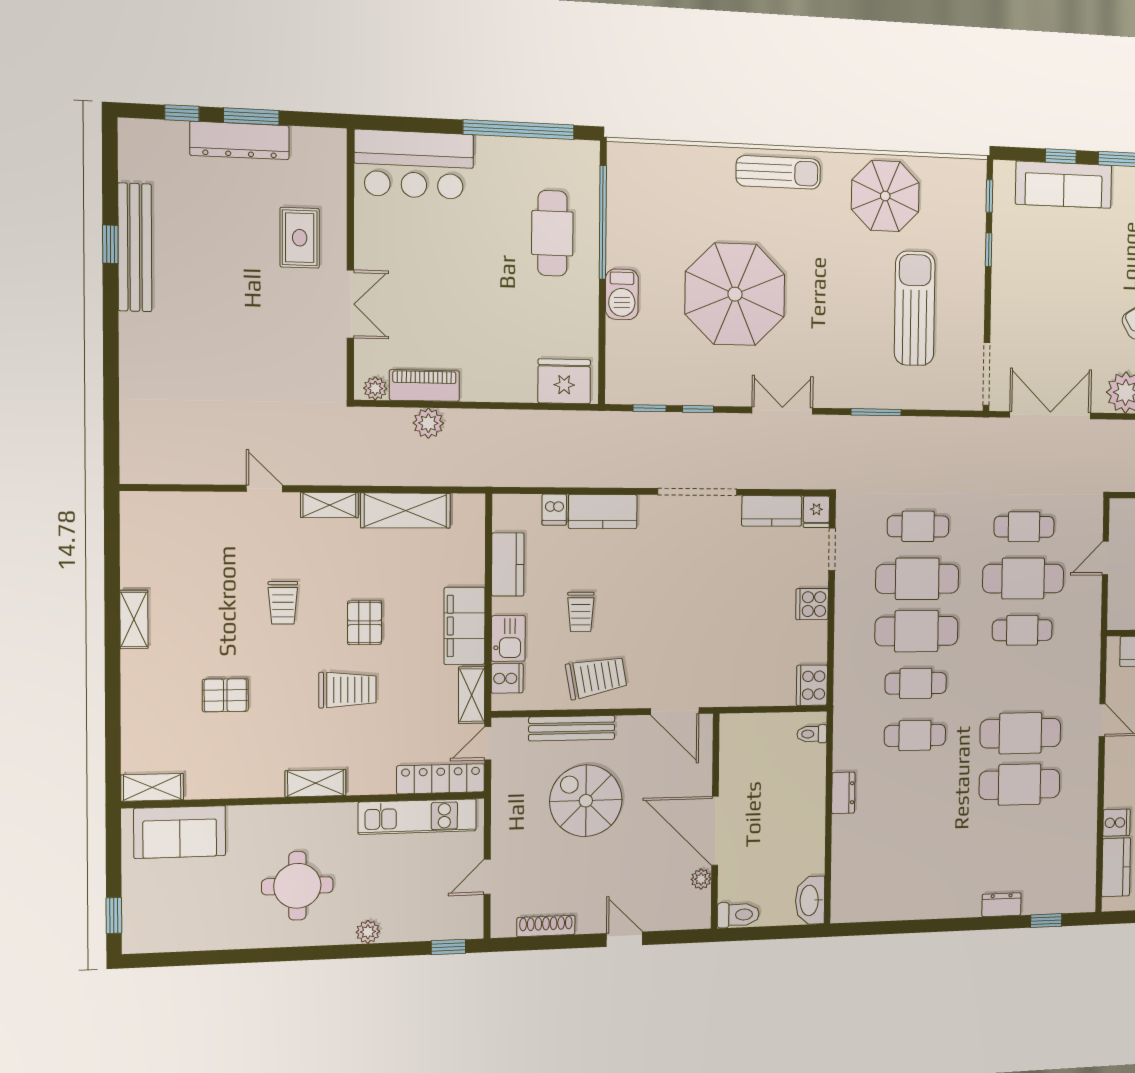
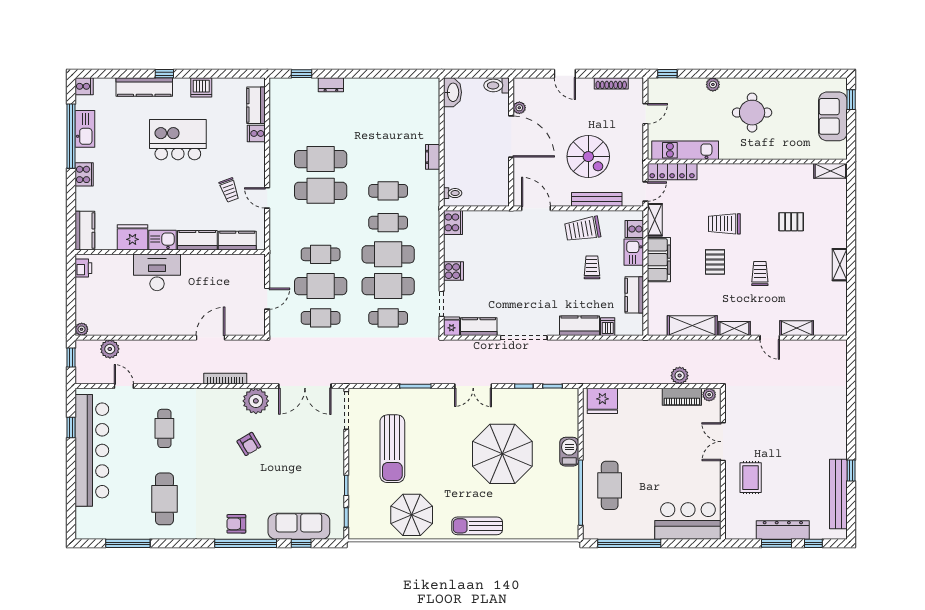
bench: (135, 247) -> (838, 494), moved
shelving: (315, 783) -> (797, 328), moved
sofa: (180, 832) -> (833, 116), moved, turned -90

